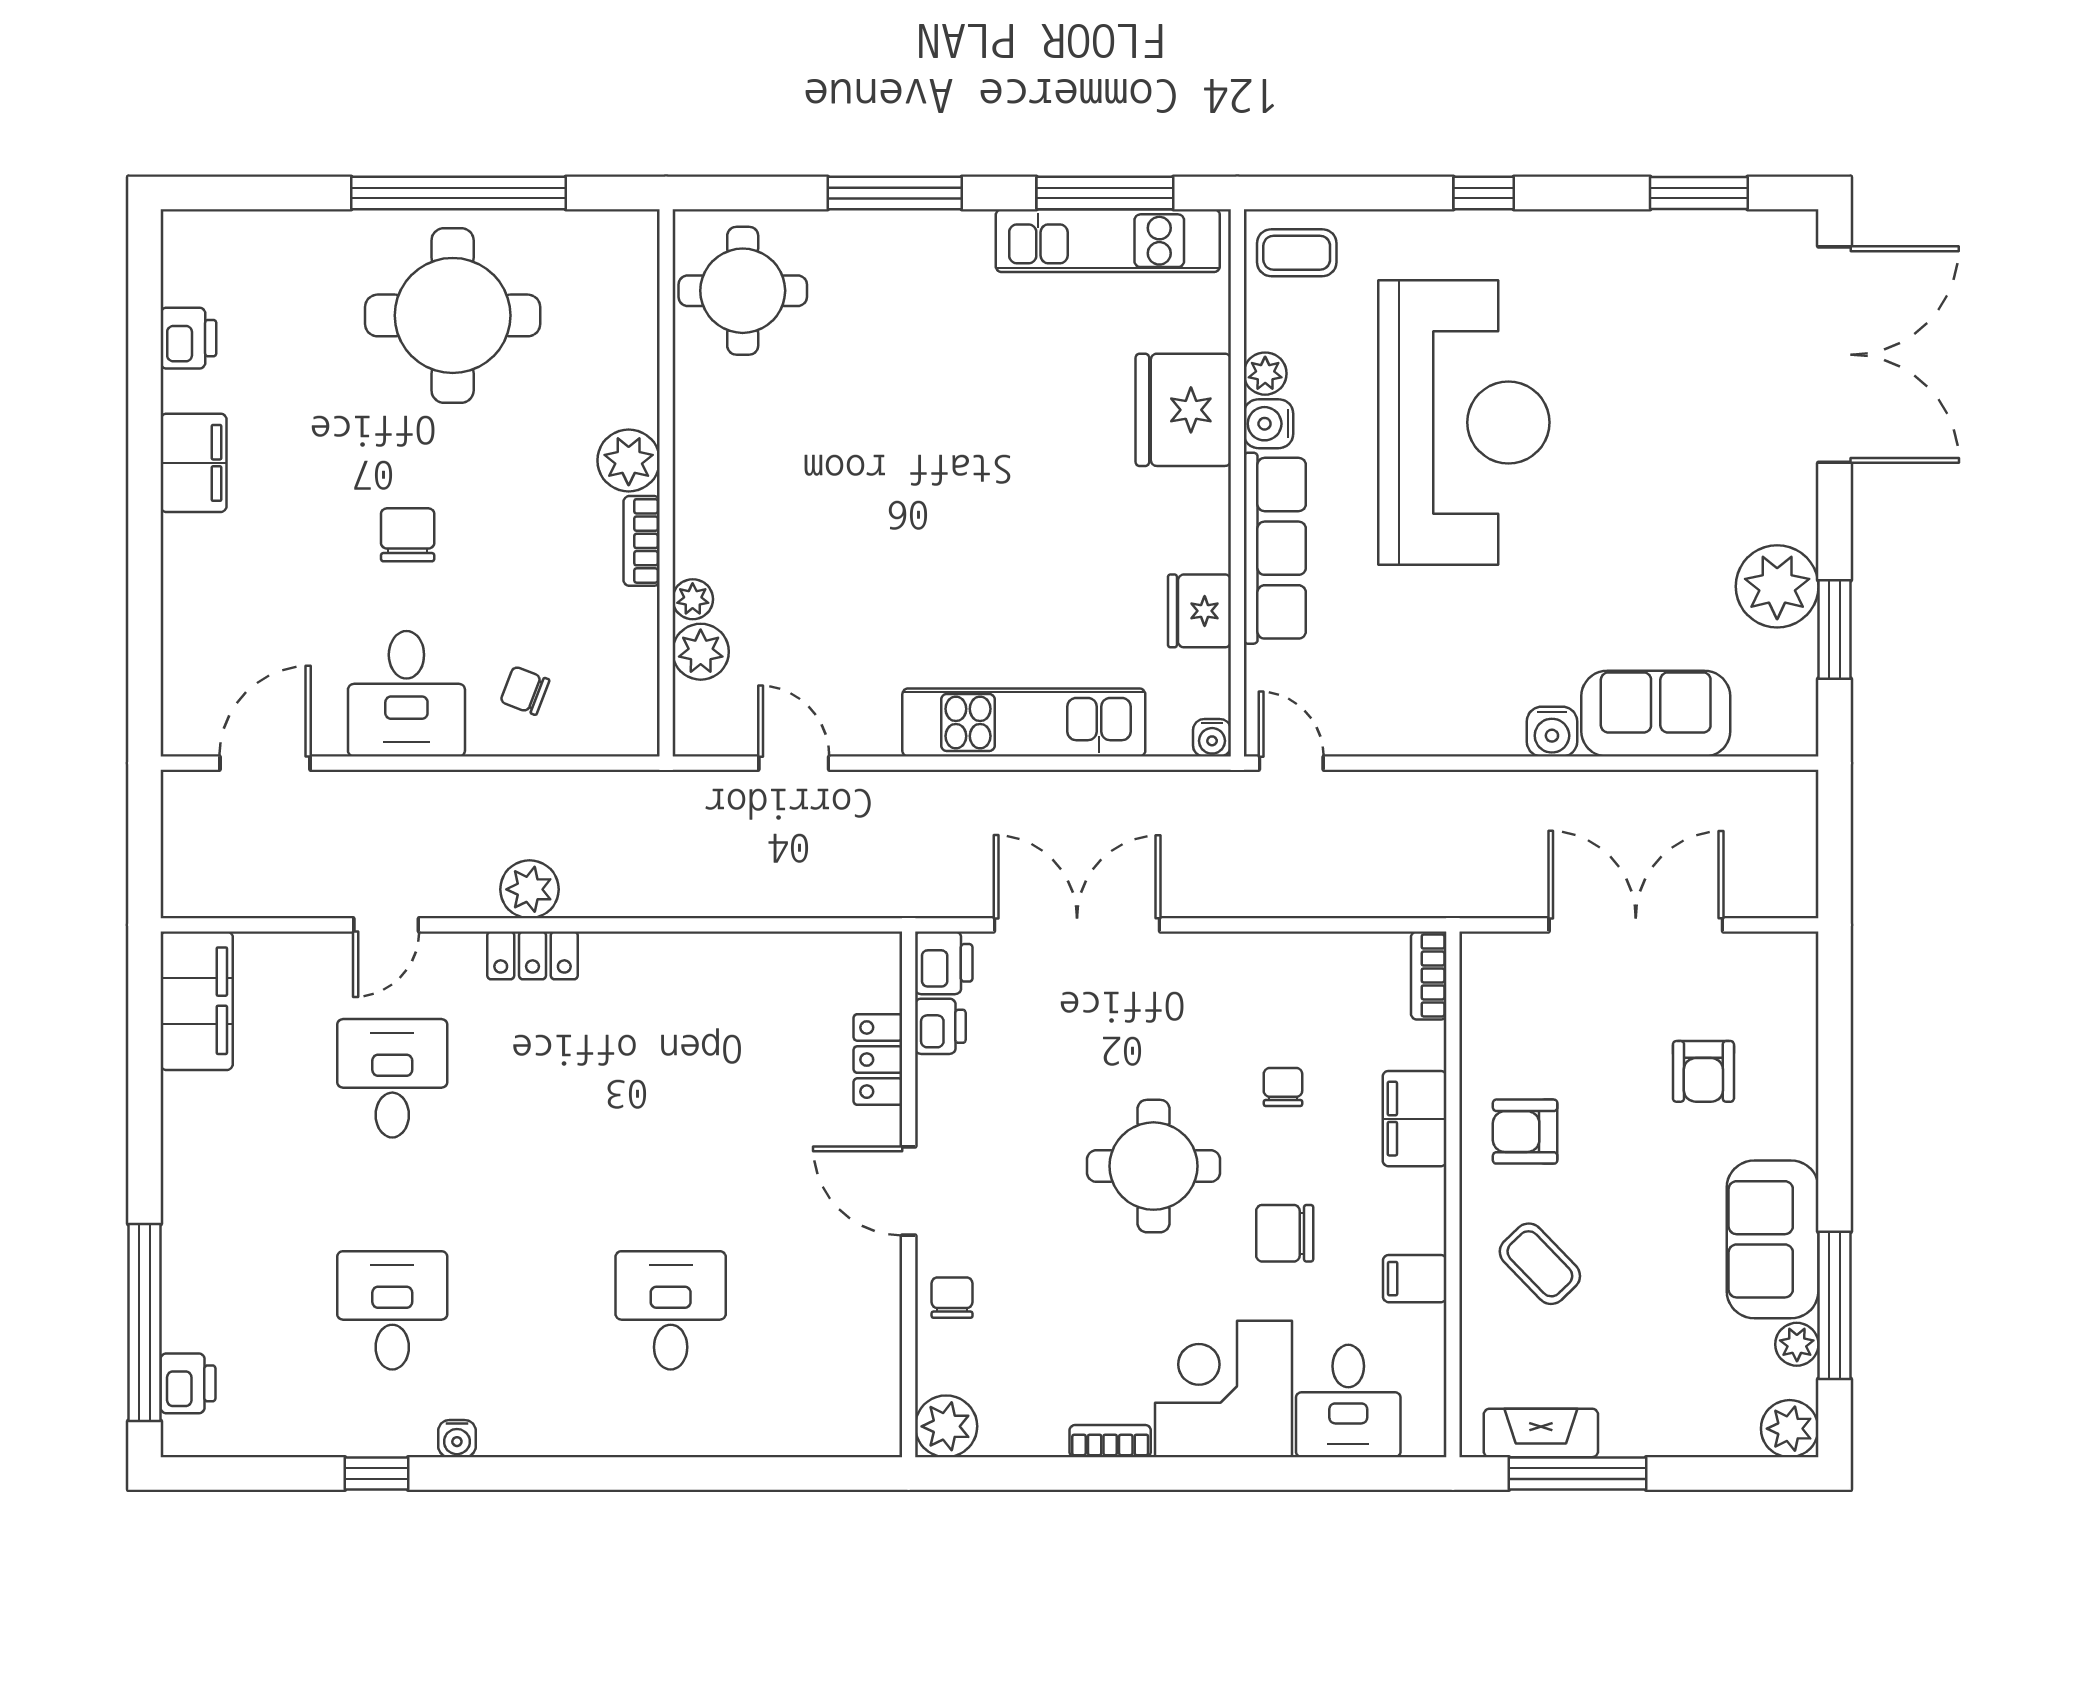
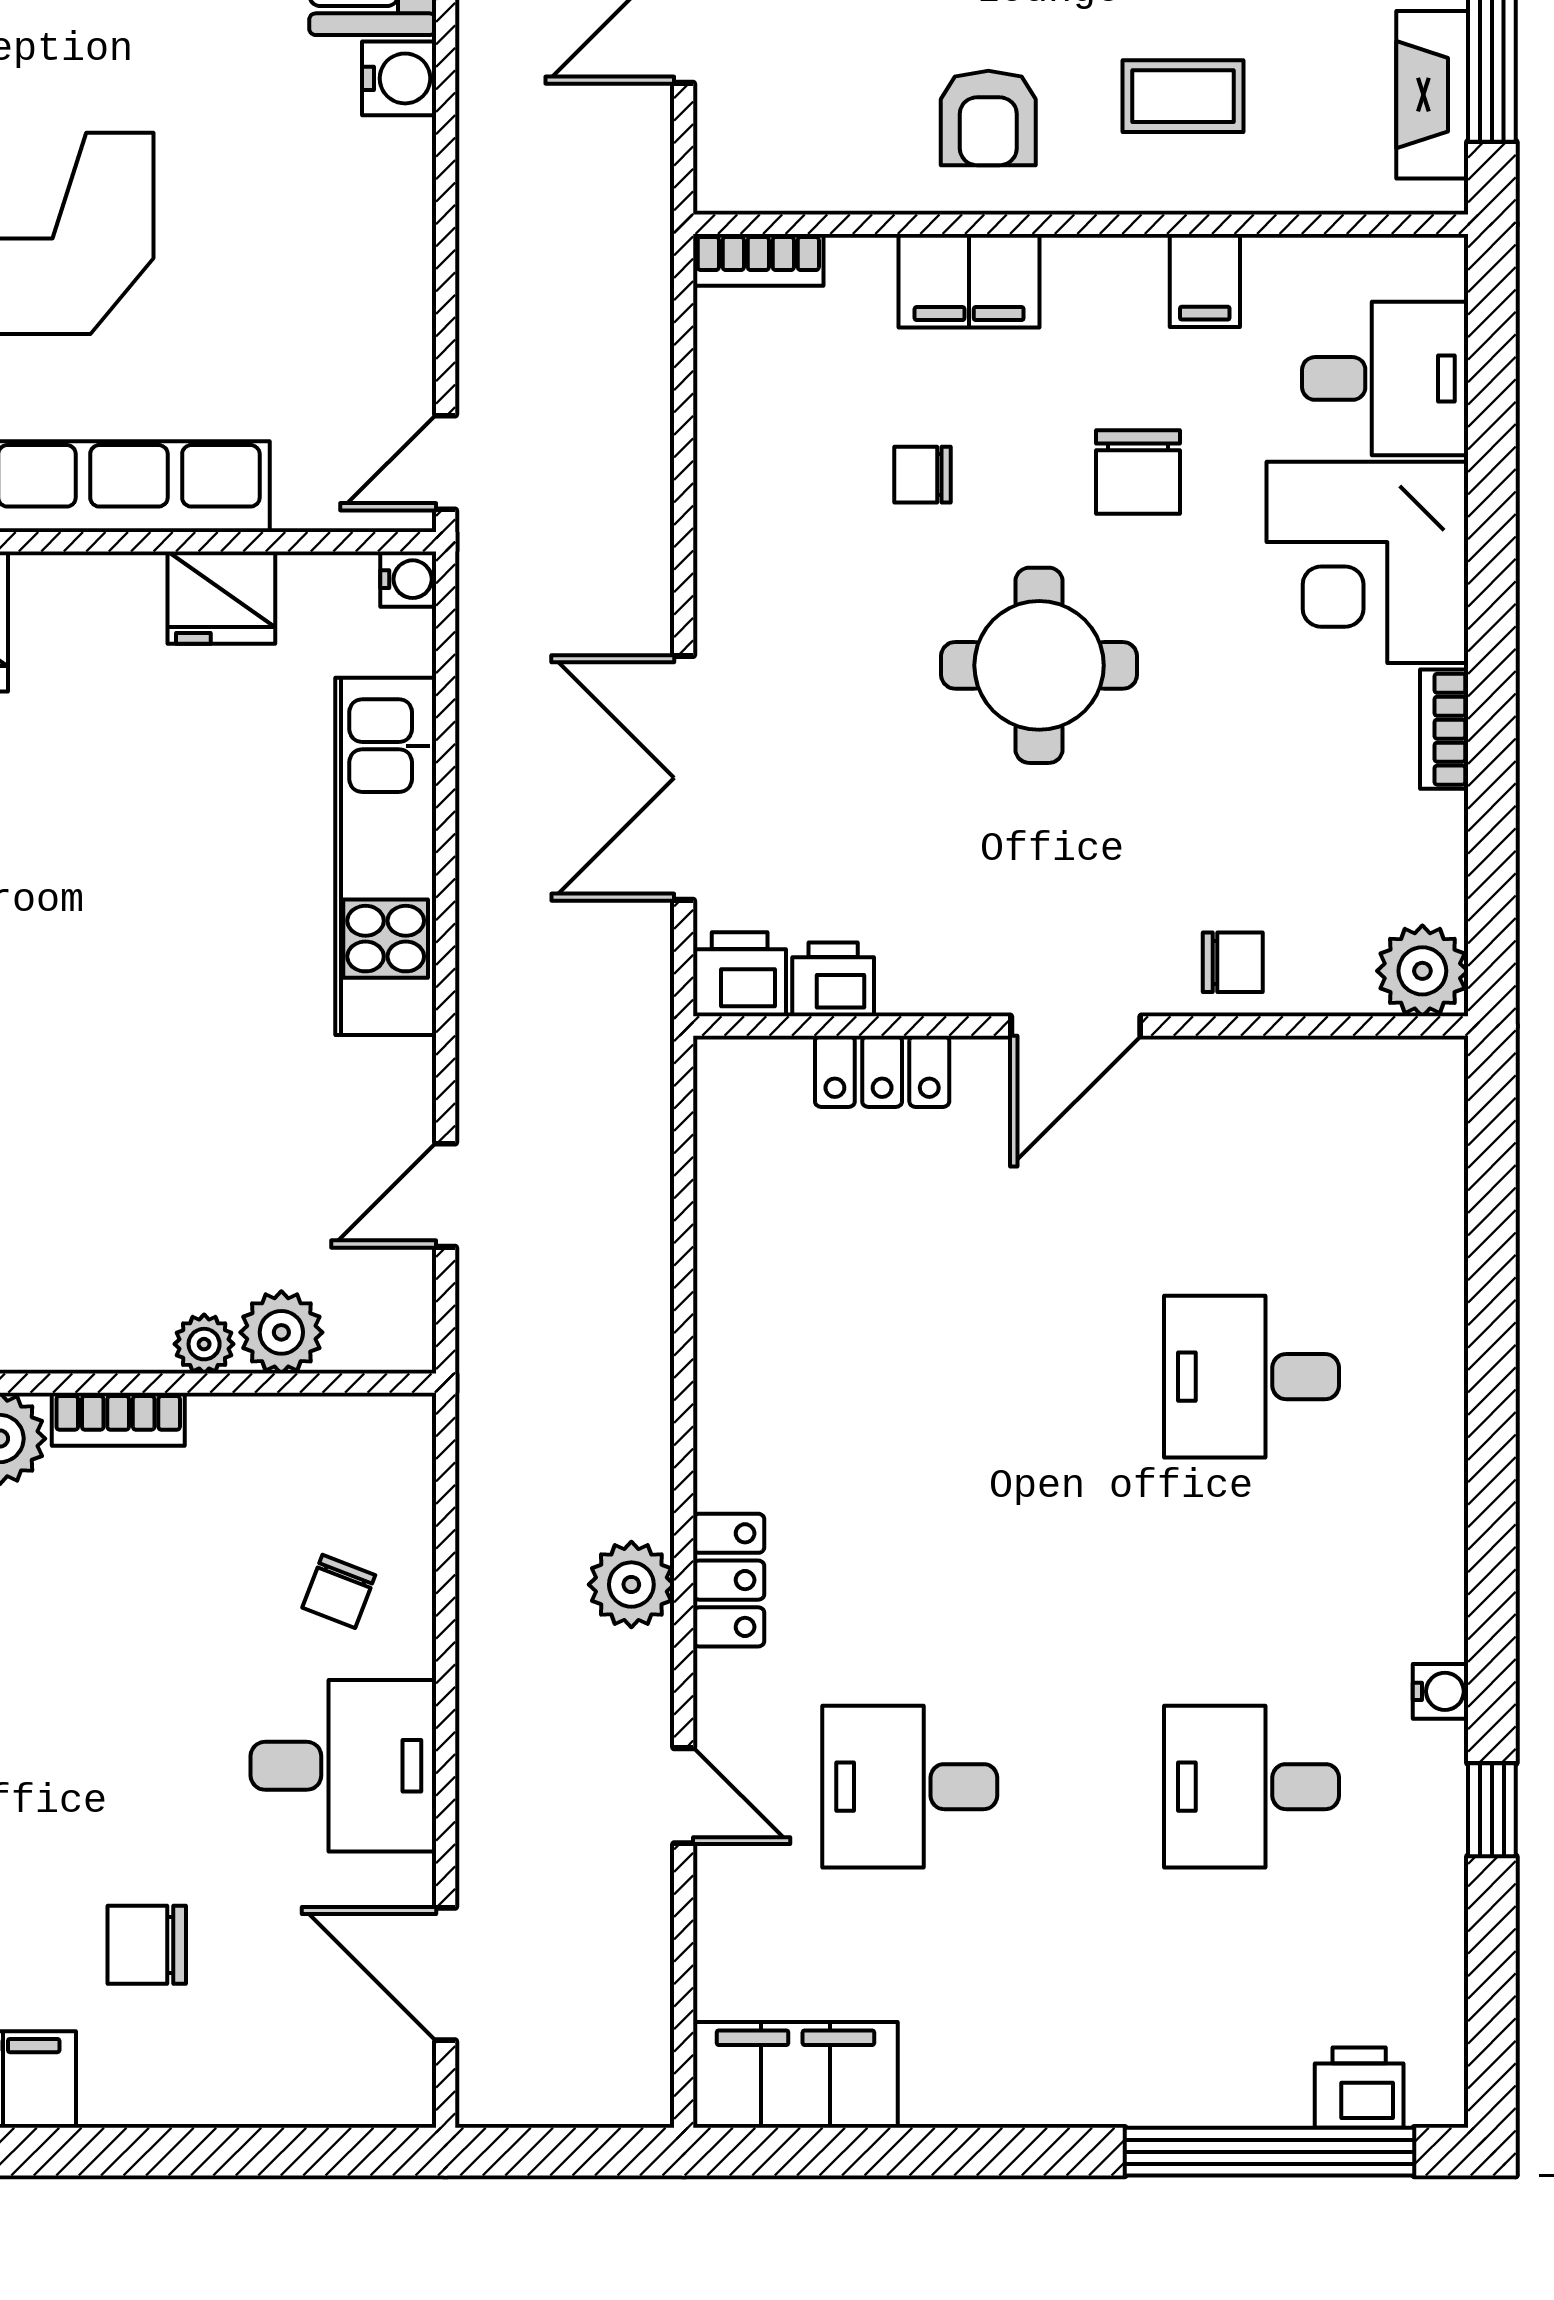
chair: (408, 535) -> (147, 1945), moved
coffee table: (1540, 1264) -> (1183, 96), turned 44
chair: (952, 1298) -> (1233, 962), turned 180

